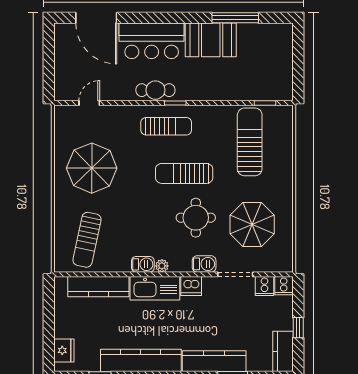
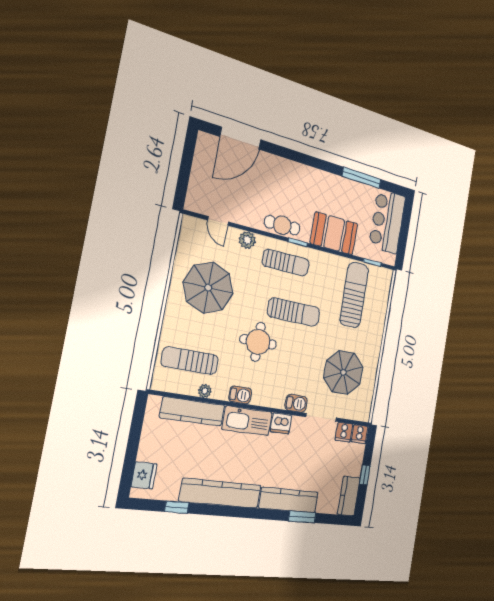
door: (96, 18) -> (240, 138), hinge flipped
booth: (211, 40) -> (334, 233), moved
bar counter: (152, 41) -> (387, 221), moved, turned 90
door: (89, 103) -> (218, 221), swing flipped
plant: (122, 114) -> (247, 240), added
sun lounger: (184, 173) -> (294, 312), turned 180
round table: (196, 218) -> (258, 342), moved
sun lounger: (87, 240) -> (190, 361), turned 78
plant: (162, 266) -> (205, 391), moved

